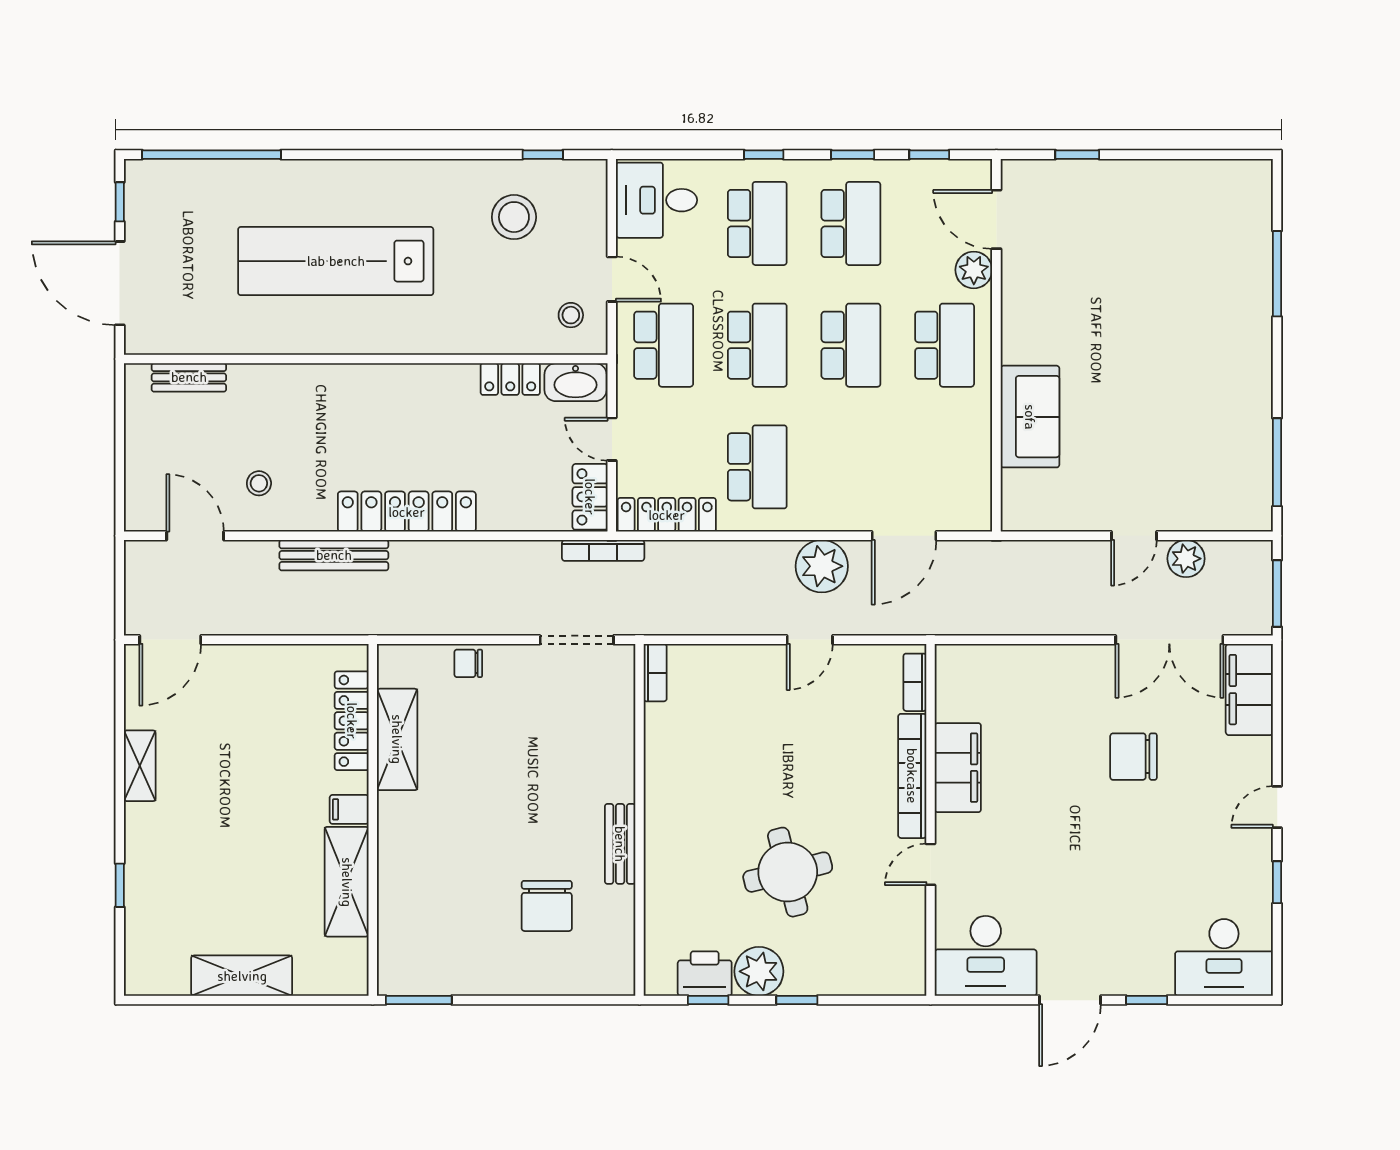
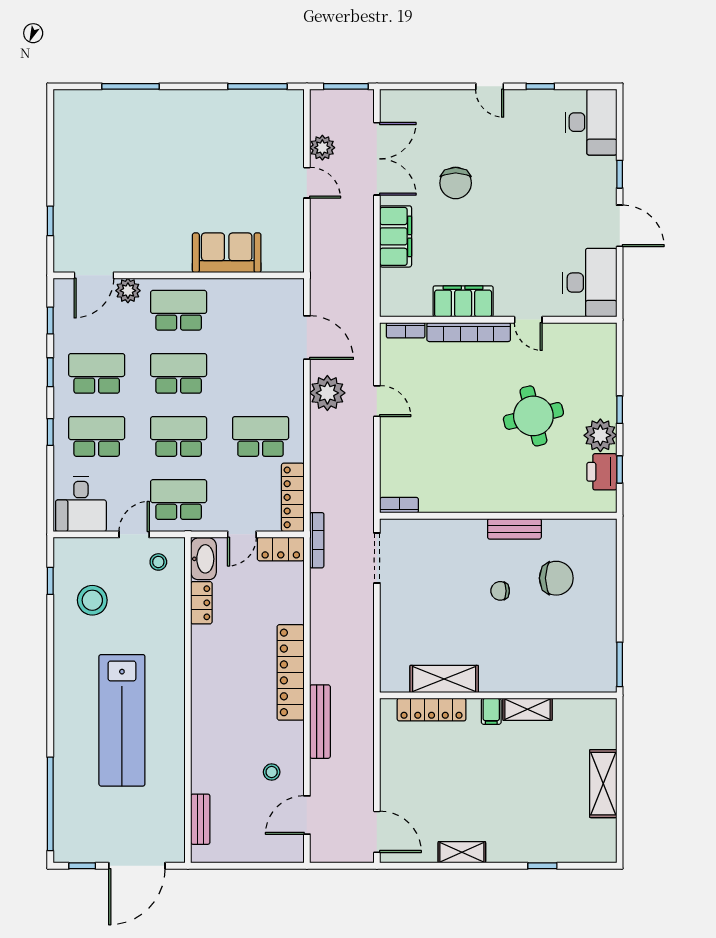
chair: (468, 663) -> (500, 591), moved, turned 90
filing cabinet: (1249, 690) -> (396, 236), moved, turned -90
shelving: (347, 882) -> (528, 709), width x0.67, depth x0.75

